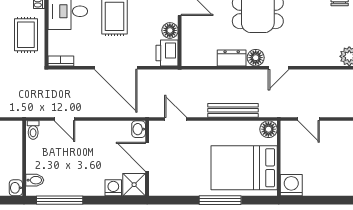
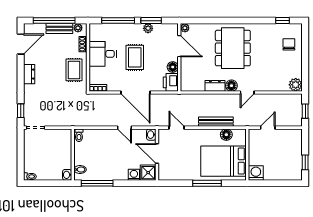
door: (65, 119) -> (124, 128), moved
door: (309, 119) -> (268, 128), swing flipped
floor lamp: (268, 129) -> (226, 135), moved

